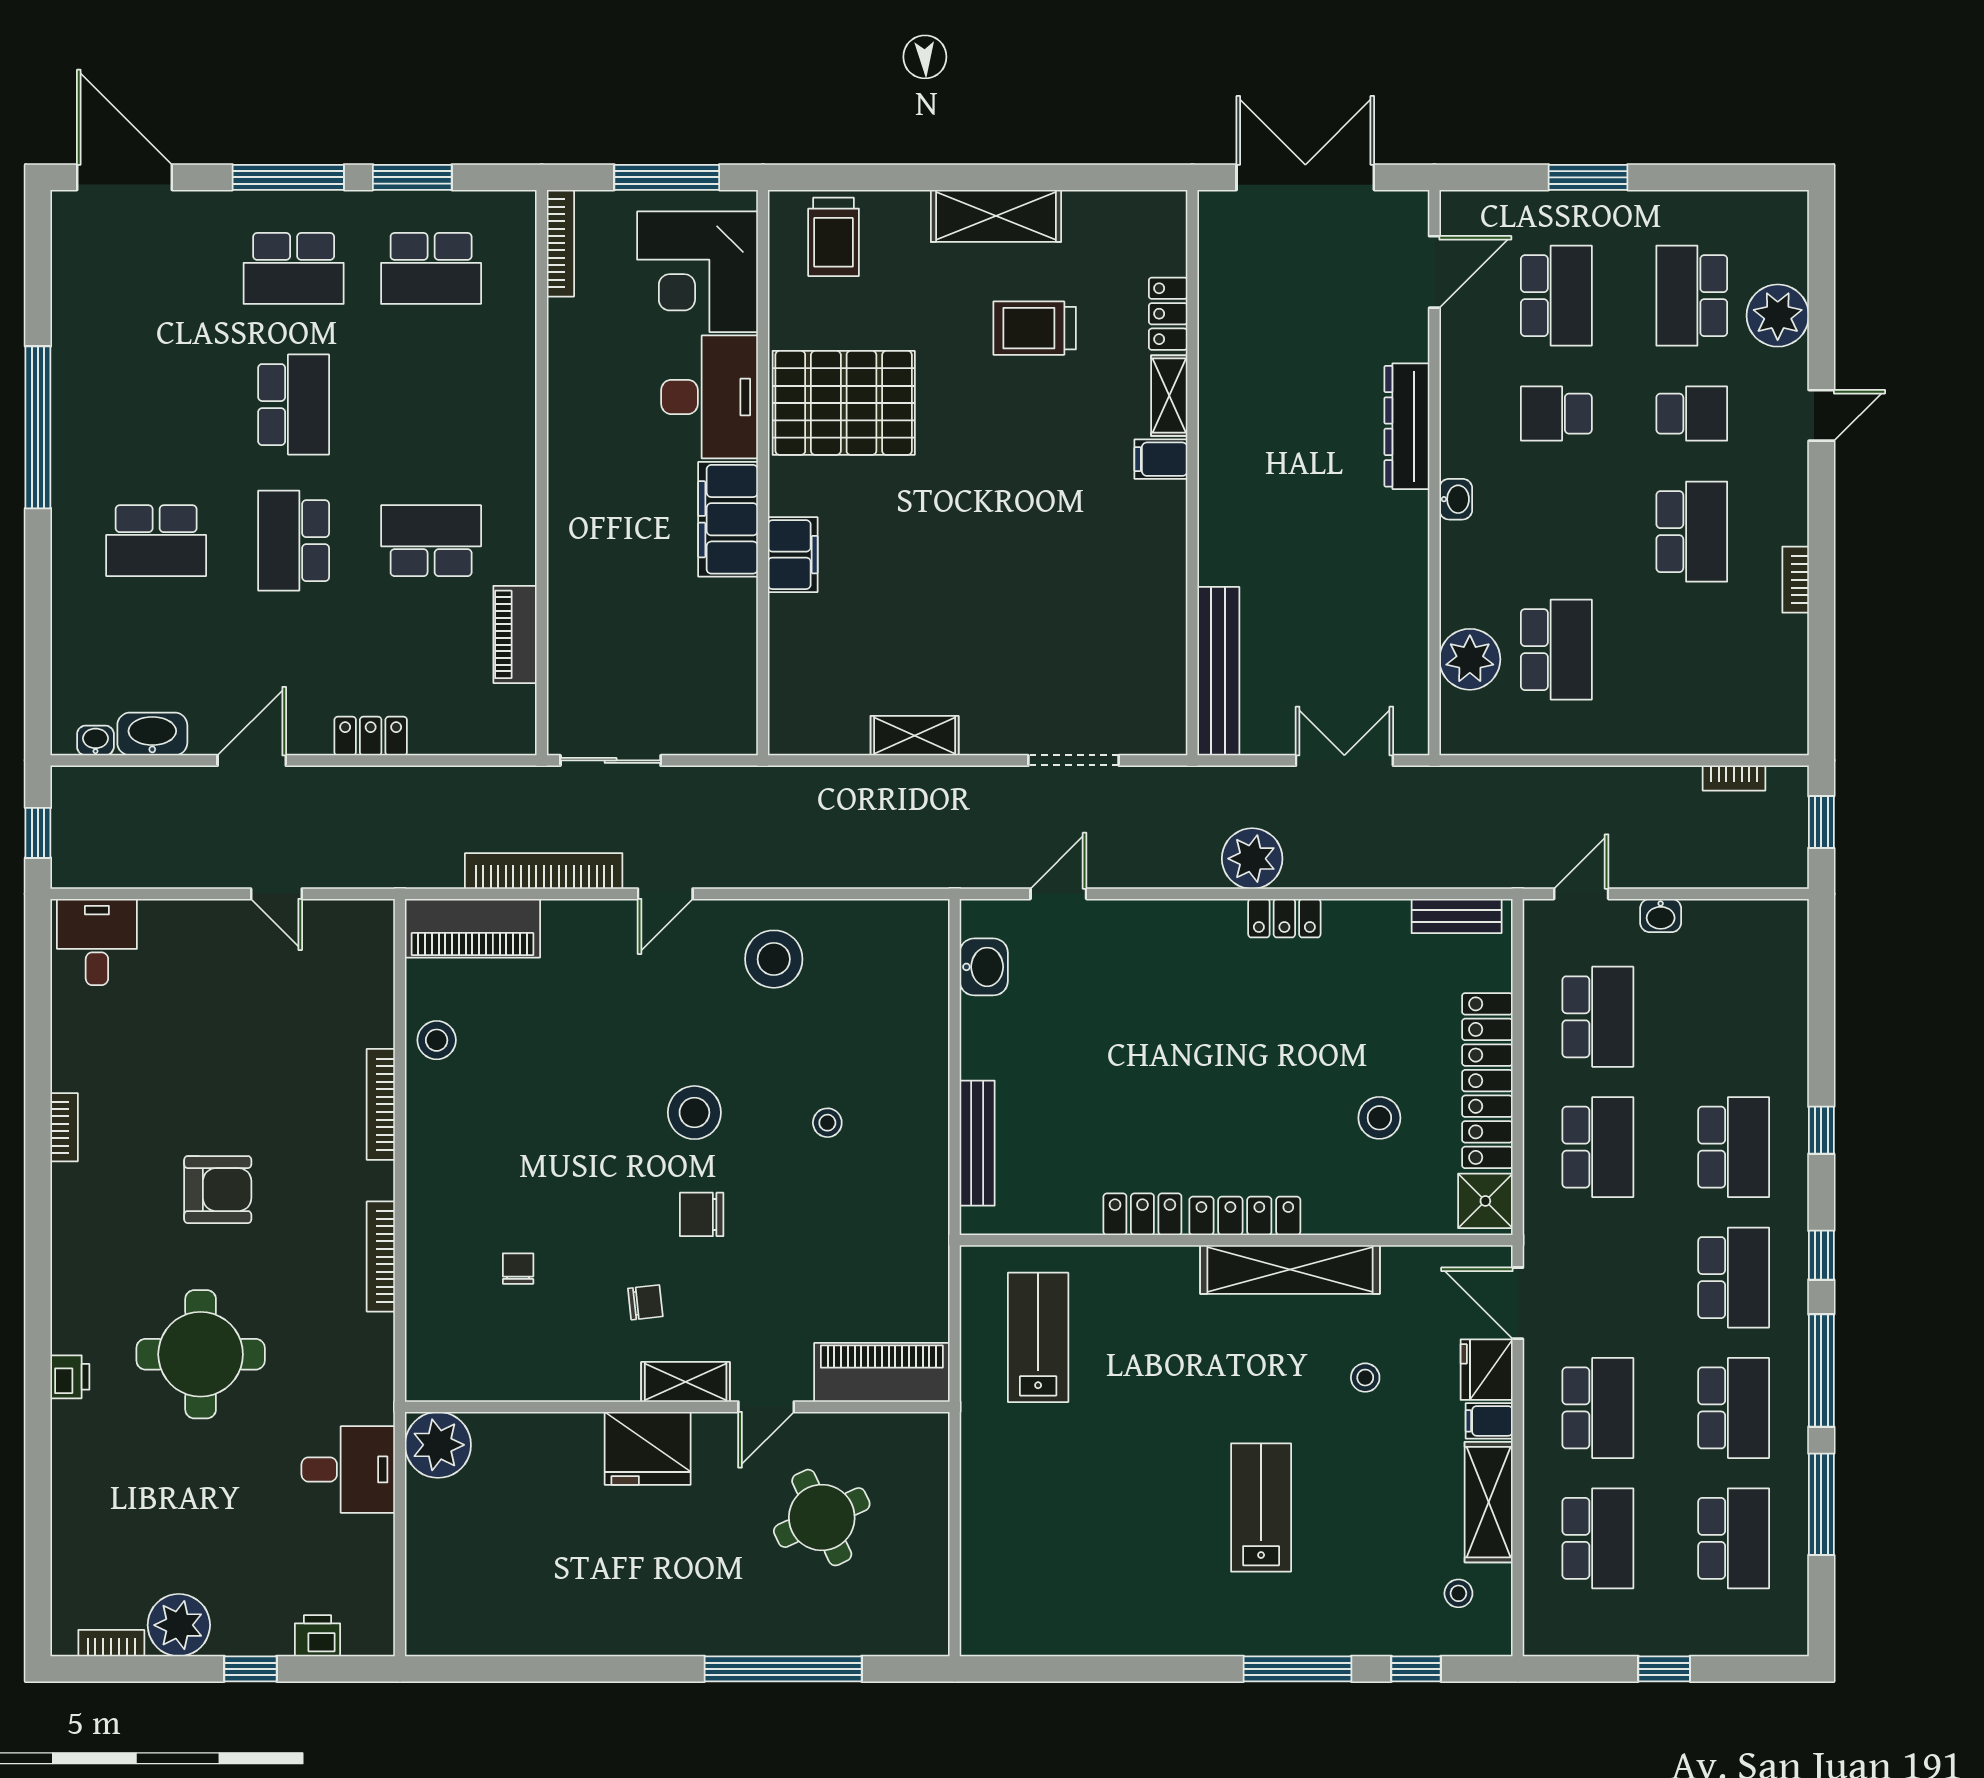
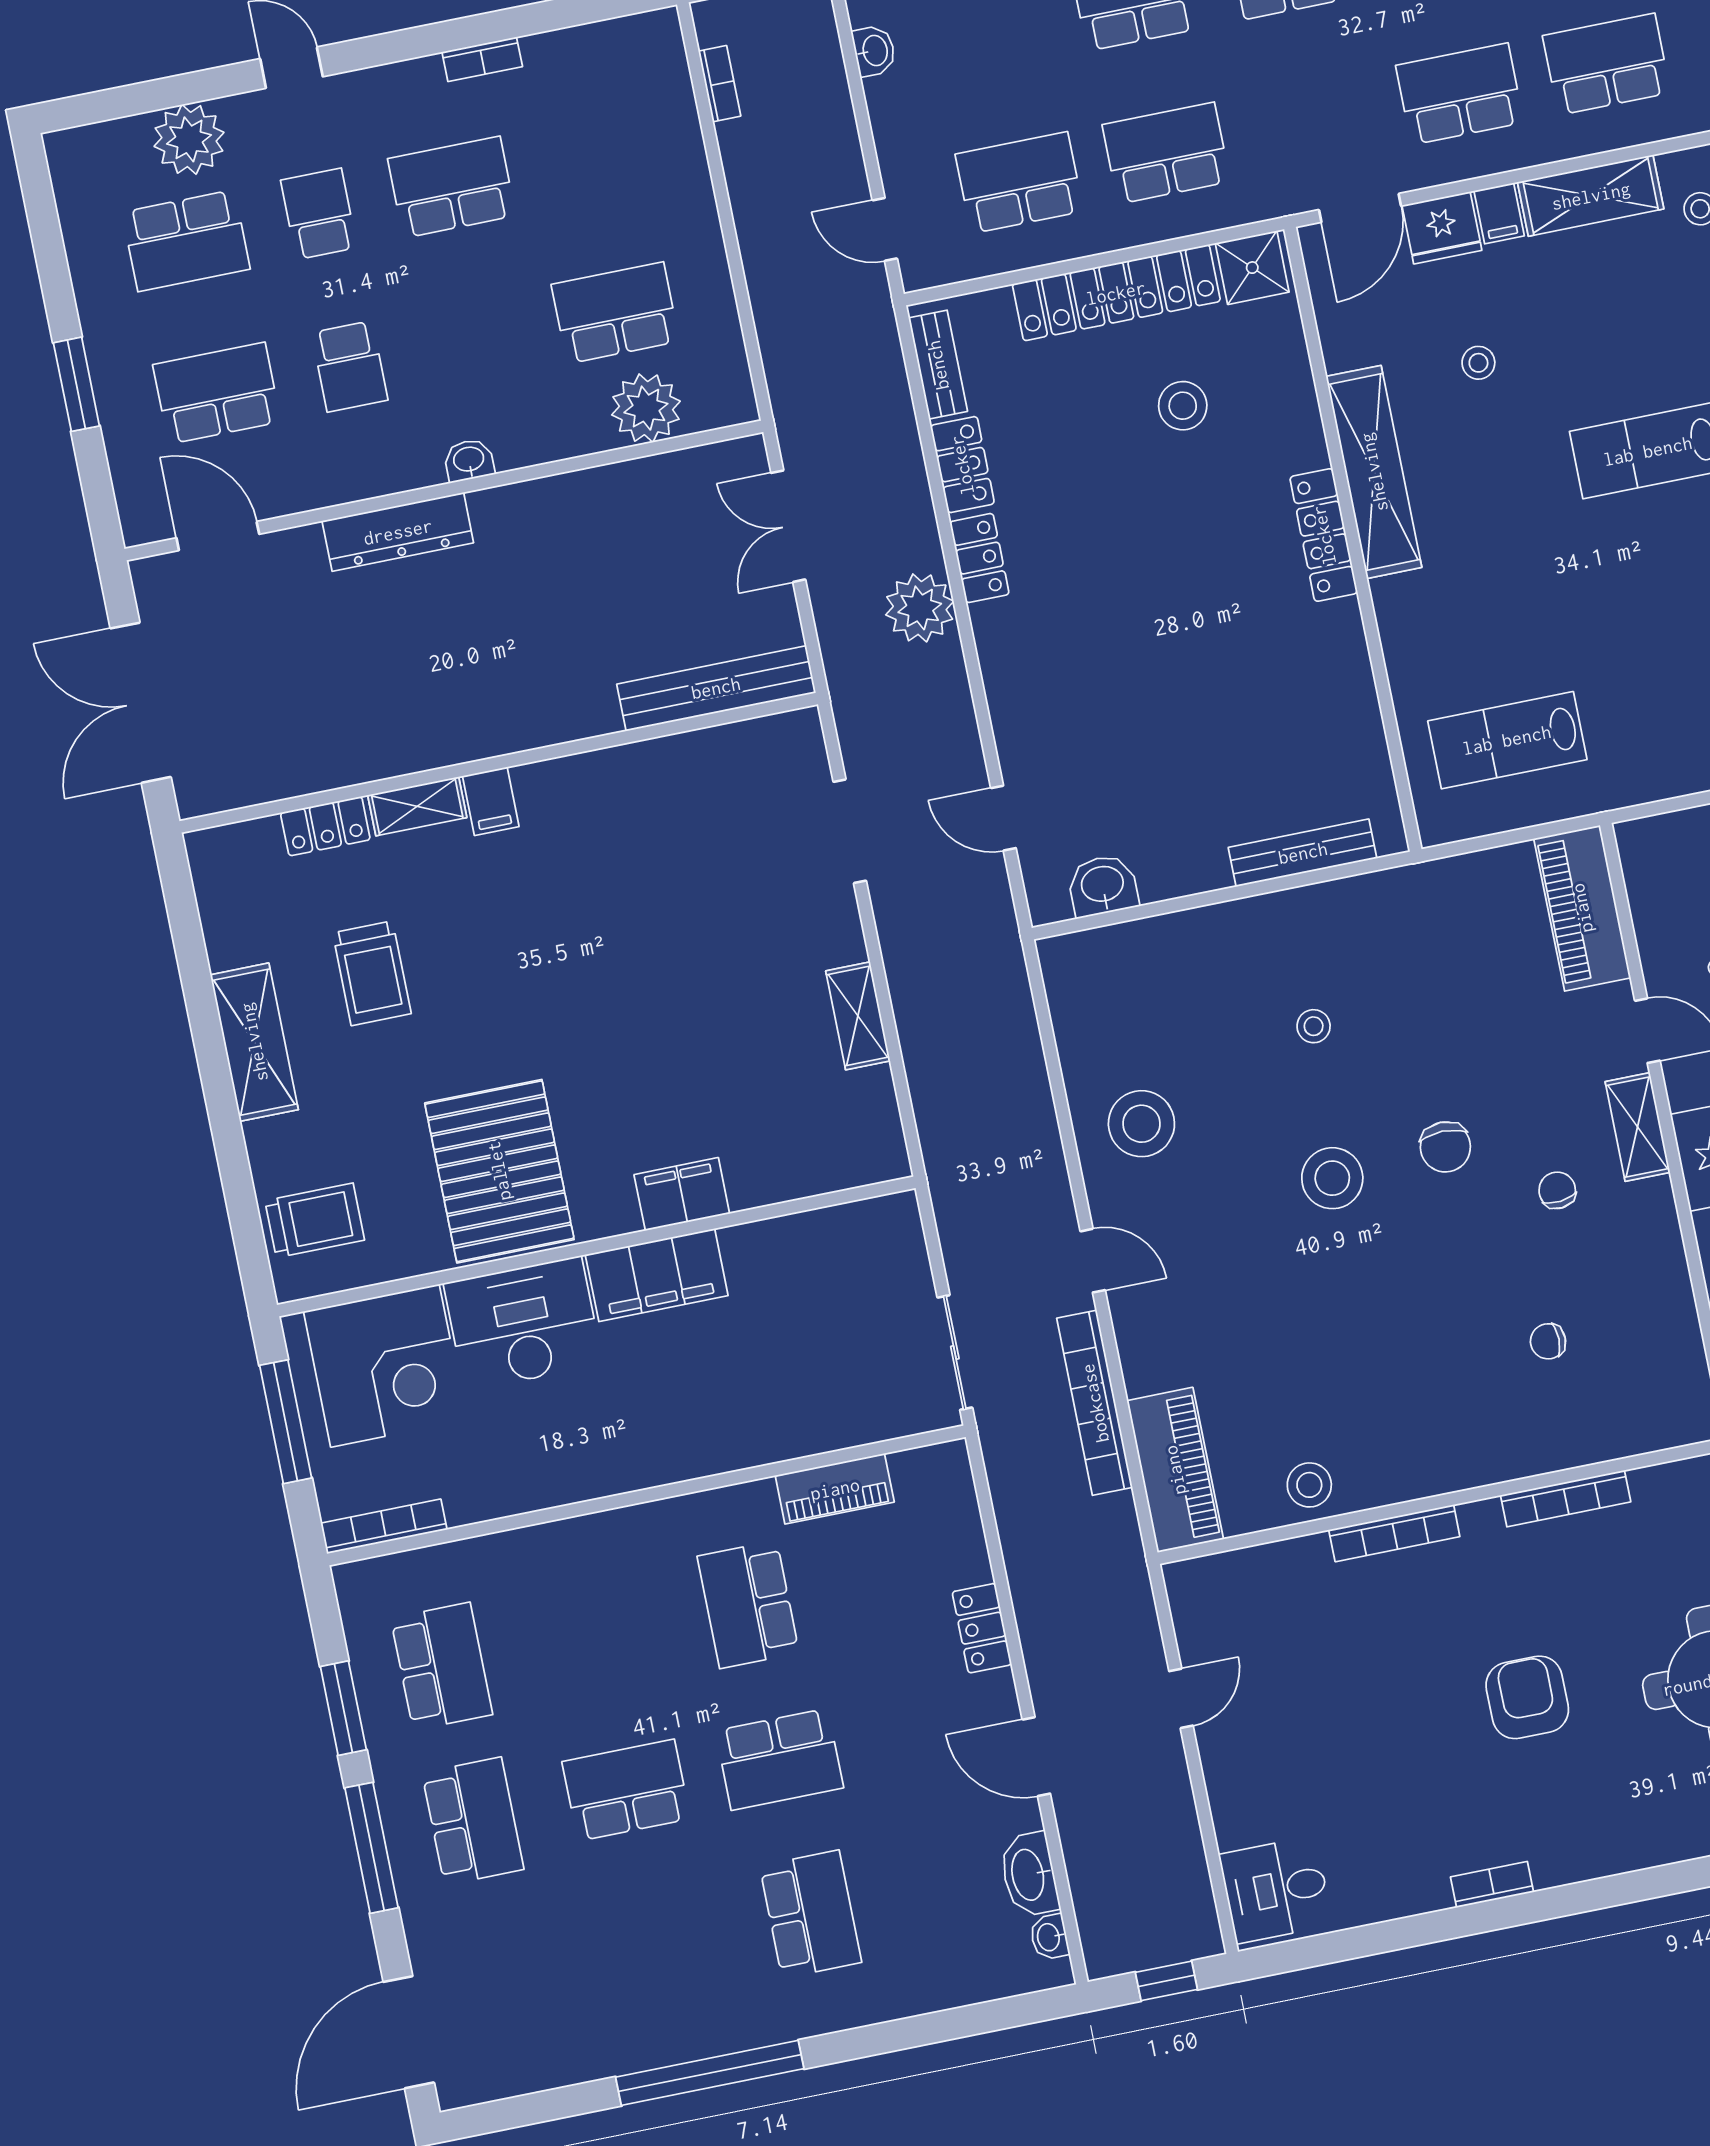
washbasin: (1661, 916) -> (874, 51), moved
locker: (1142, 1214) -> (962, 465), moved, turned 180

